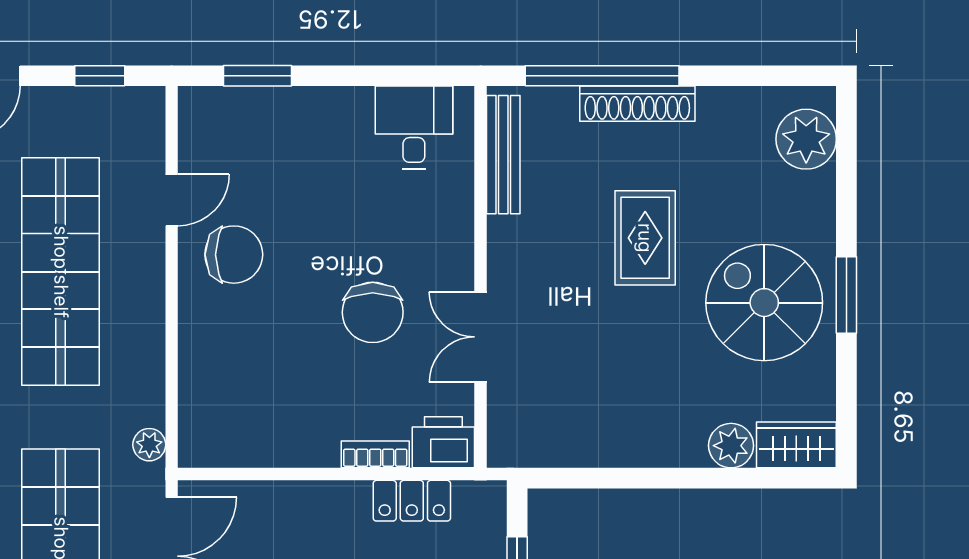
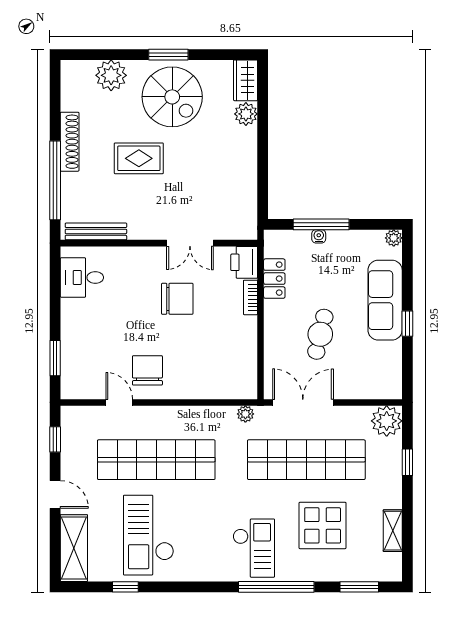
shoe rack: (637, 104) -> (70, 142), moved
plant: (806, 139) -> (111, 75), moved
spiral stairs: (764, 303) -> (172, 97), turned -90

